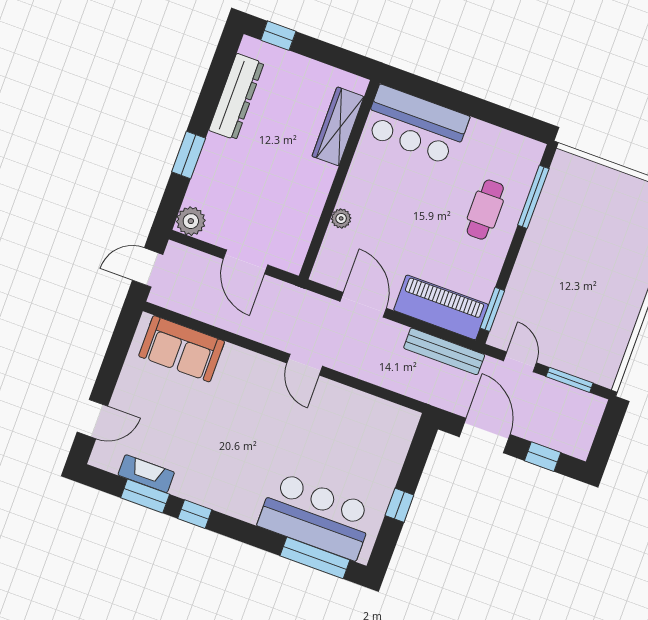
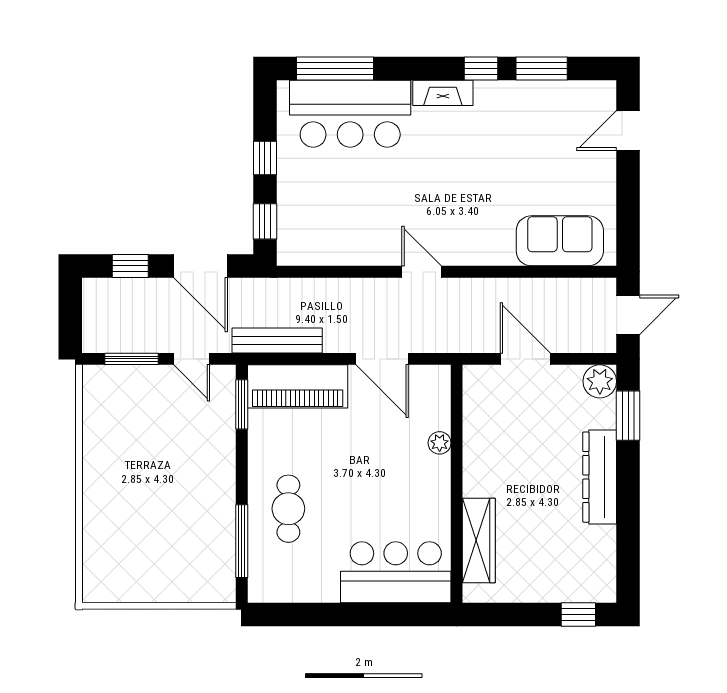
dresser: (236, 97) -> (600, 477), moved
window: (189, 155) -> (628, 416), moved
window: (418, 453) -> (265, 221), added
fireplace: (146, 474) -> (443, 93), moved

